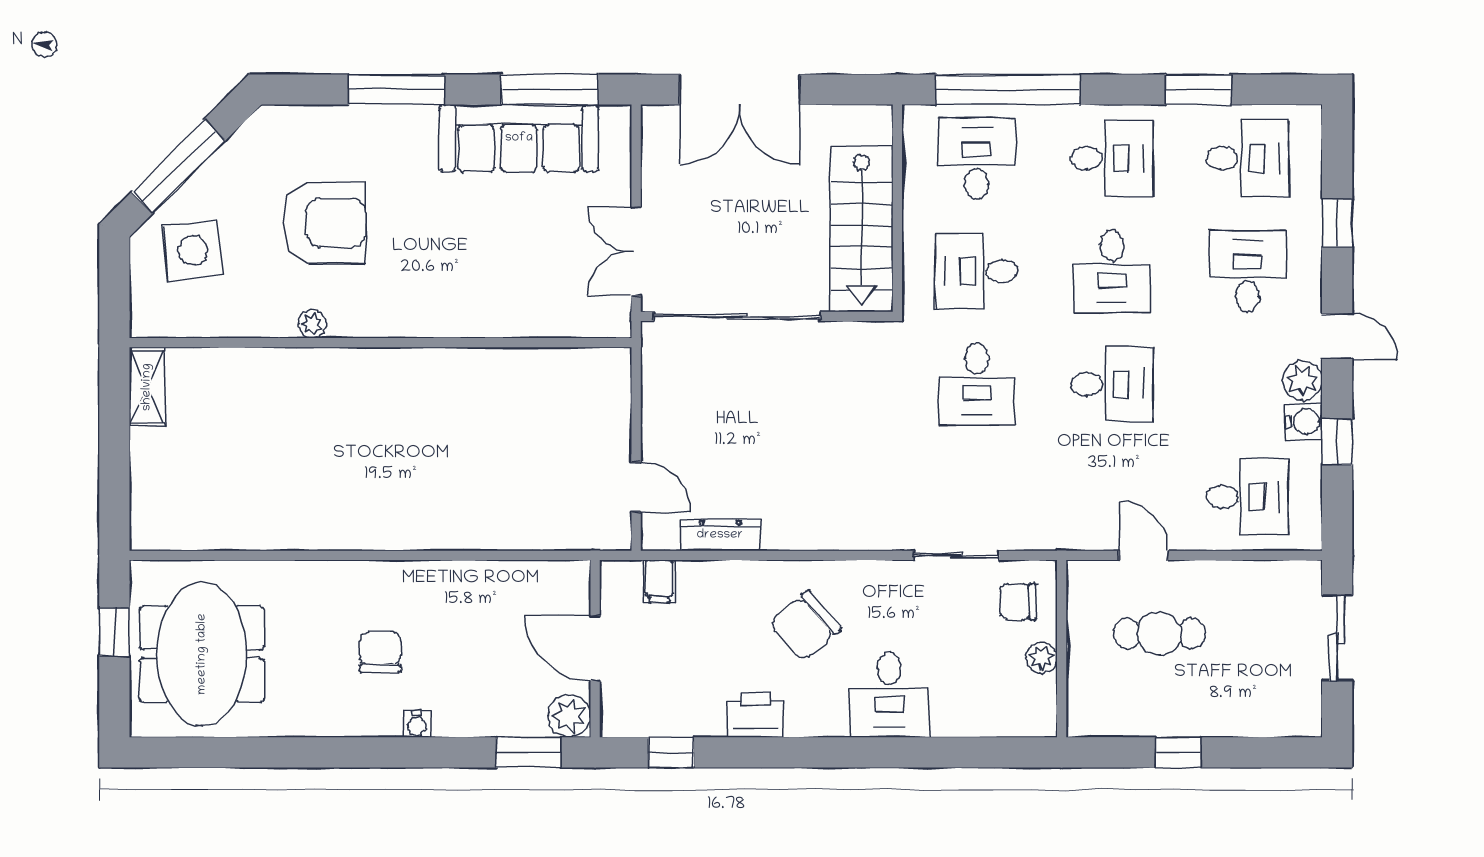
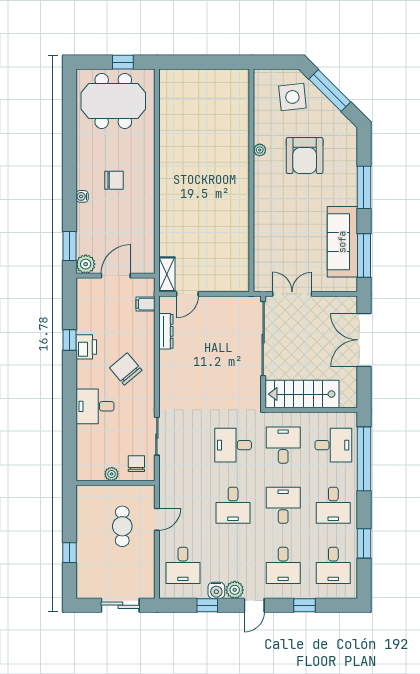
desk: (1112, 271) -> (283, 505), turned 90
desk: (1247, 271) -> (283, 565), turned 90
shelving: (147, 387) -> (167, 274), moved, turned 90
window: (671, 752) -> (69, 340), moved
window: (1178, 752) -> (69, 553), moved

